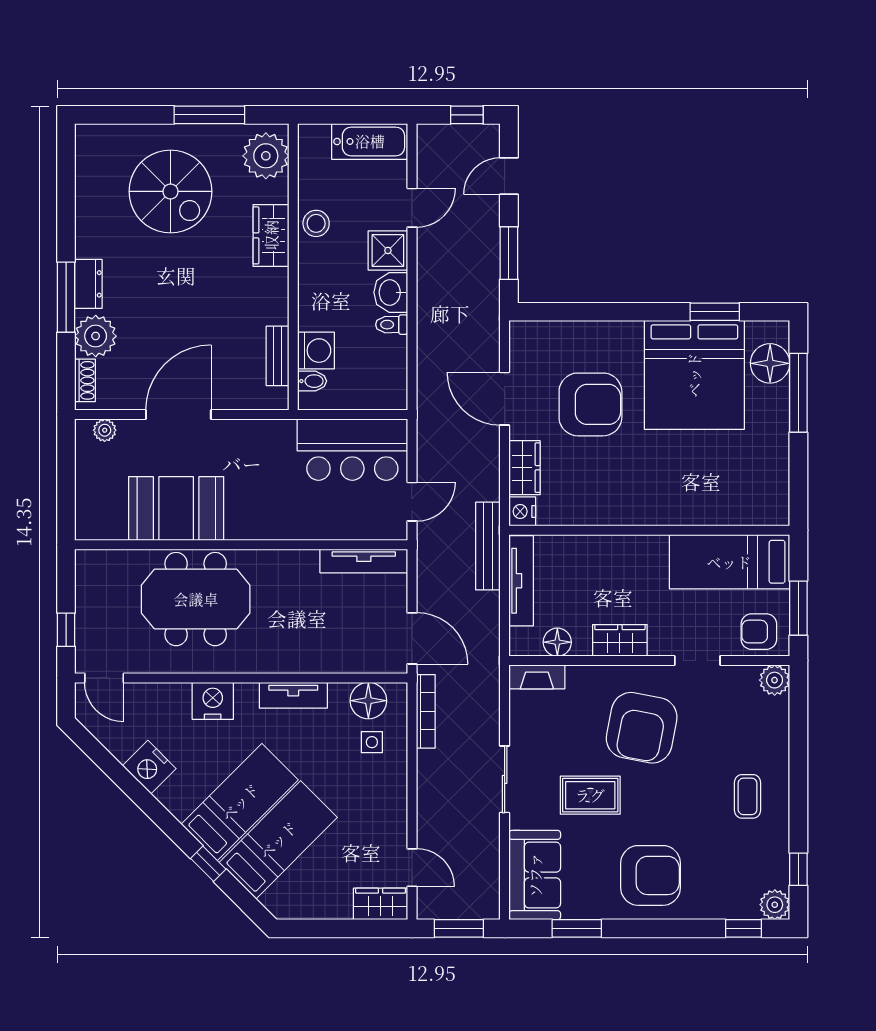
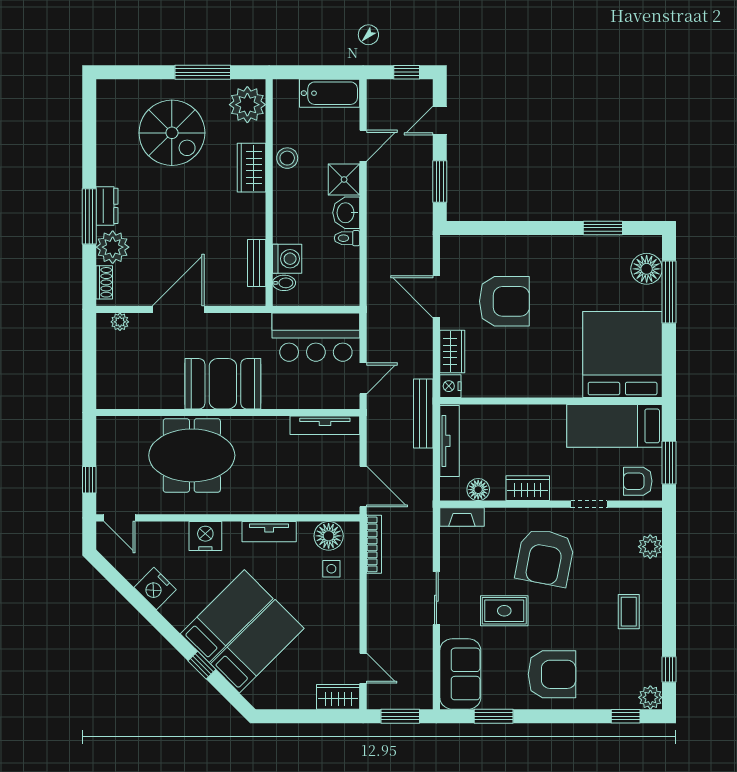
bed: (694, 375) -> (623, 354), moved, turned 180
booth: (176, 508) -> (223, 384), moved
plant: (775, 680) -> (650, 547), moved

